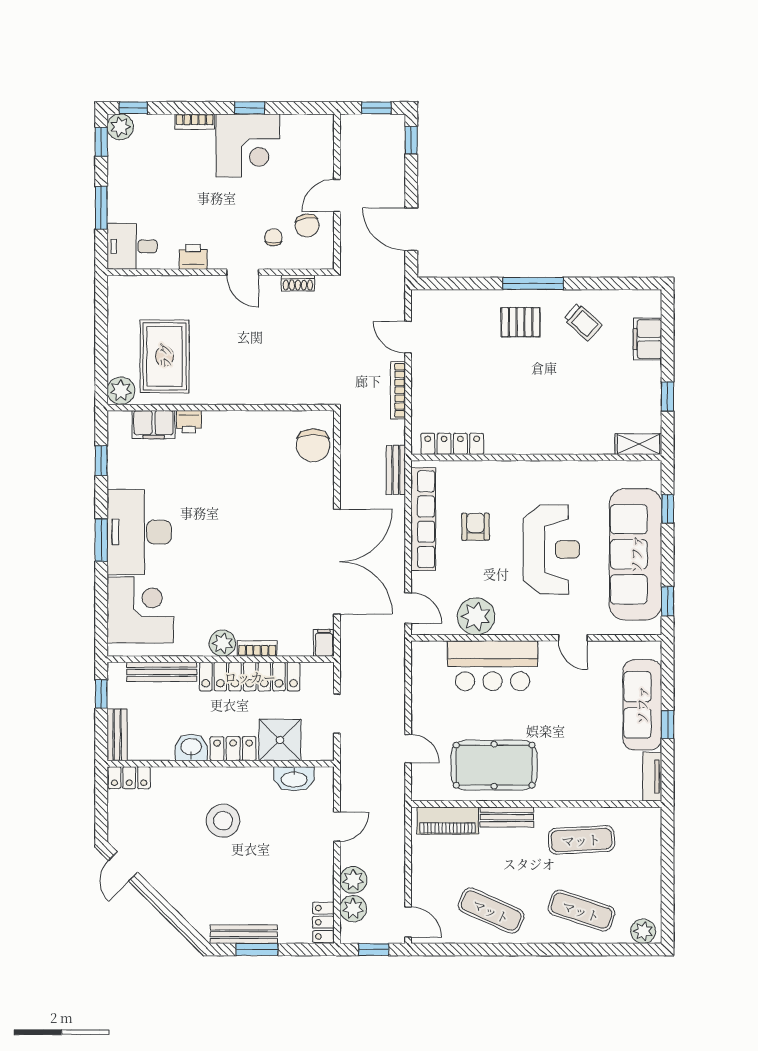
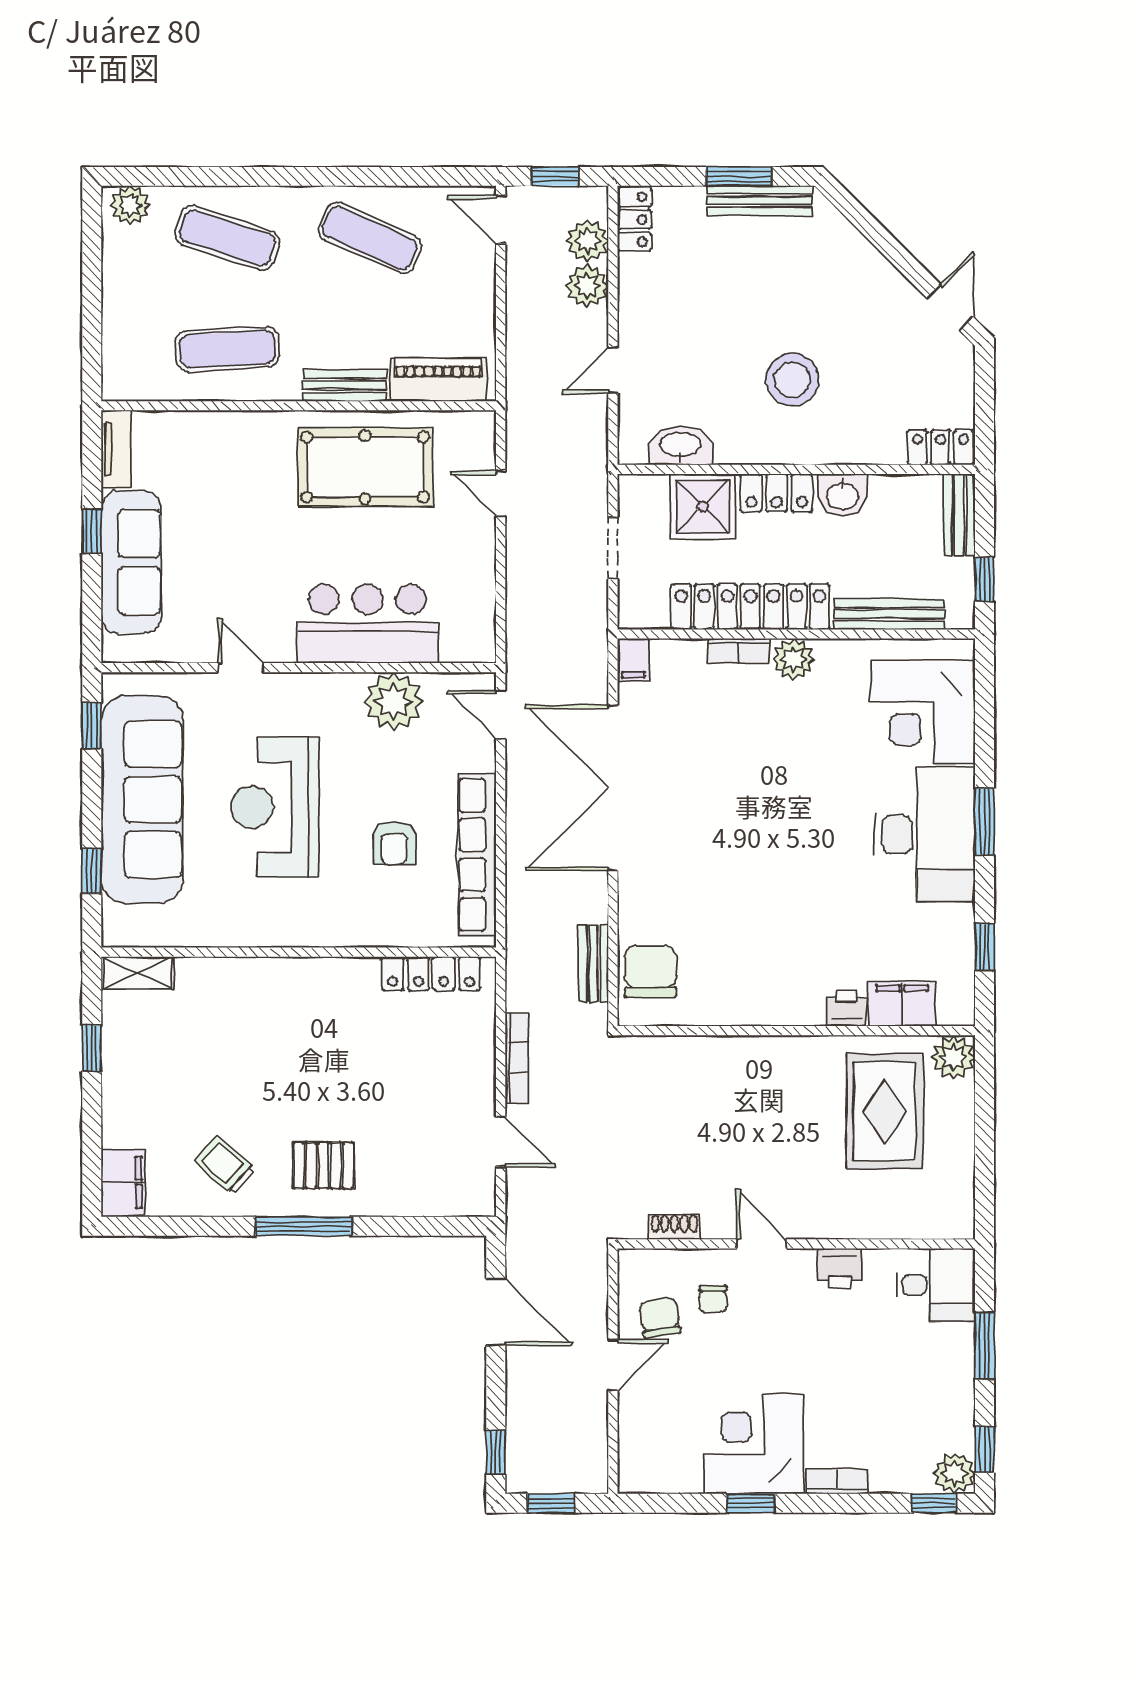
filing cabinet: (648, 339) -> (123, 1182), moved
bench: (396, 470) -> (594, 963), moved

